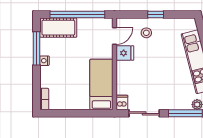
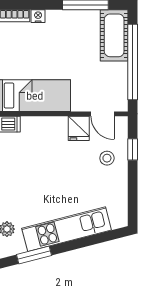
window: (156, 14) -> (133, 149), moved
nightstand: (45, 61) -> (38, 16), moved

